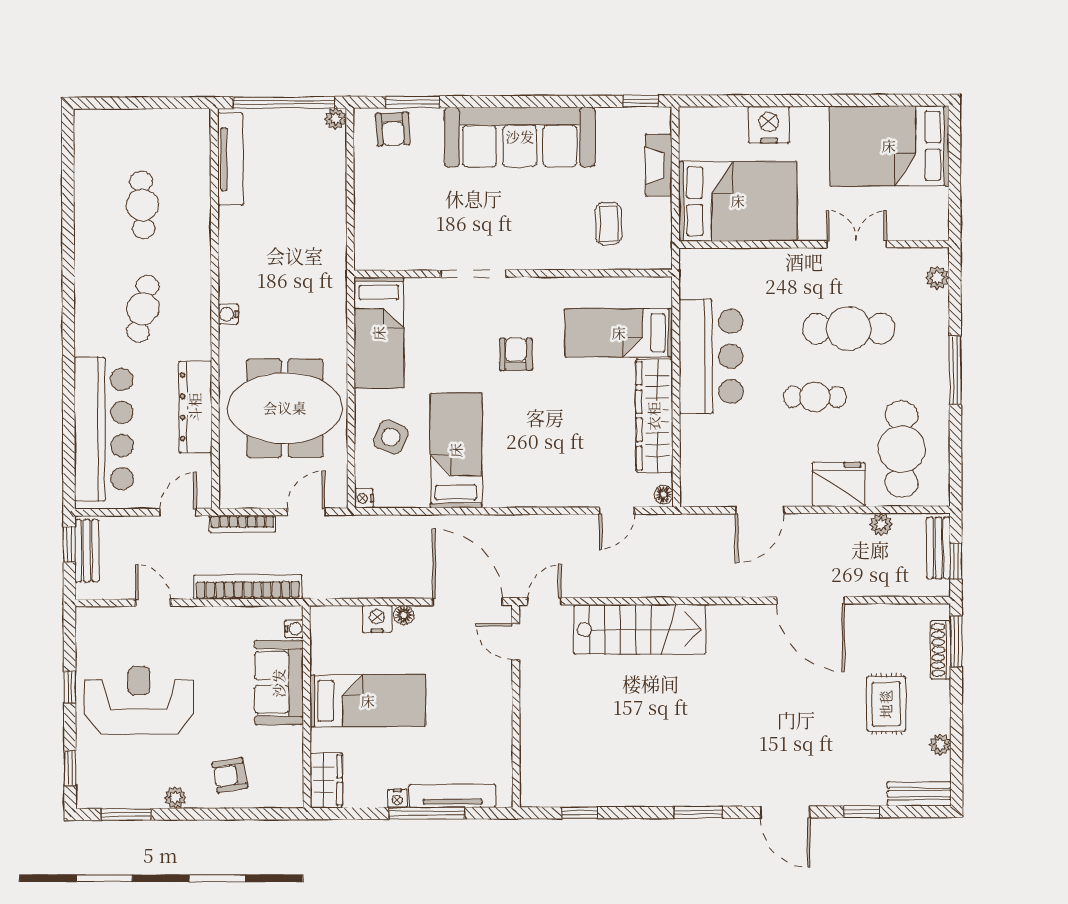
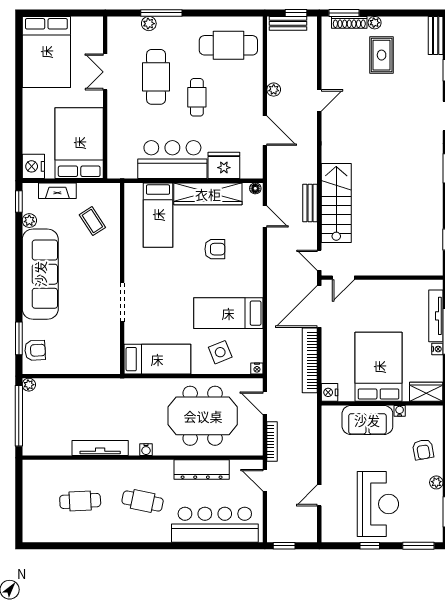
plant: (609, 119) -> (29, 221), added
nightstand: (769, 125) -> (33, 166), moved
tv unit: (230, 159) -> (100, 448), moved
coffee table: (608, 224) -> (92, 221), turned 57
plant: (937, 278) -> (149, 24), moved
armchair: (516, 354) -> (215, 249), moved, turned 180
window: (955, 370) -> (161, 13), moved
meeting table: (285, 408) -> (203, 416), turned 90
side table: (391, 437) -> (220, 352), turned 45
fridge: (839, 484) -> (224, 165), moved, turned 90
plant: (881, 524) -> (274, 90), moved
bench: (87, 551) -> (310, 203), moved, turned 90
bookcase: (248, 587) -> (310, 360), moved
door: (810, 600) -> (319, 100), width x0.53
floor lamp: (404, 615) -> (327, 345), removed
nightstand: (377, 619) -> (329, 392), moved
water cooler: (294, 629) -> (400, 411), moved
reception desk: (139, 700) -> (378, 504), turned 180
bed: (368, 701) -> (379, 367), width x1.50
rug: (886, 704) -> (382, 55), turned 90
plant: (940, 745) -> (375, 23), moved
window: (70, 768) -> (418, 546), width x1.50

